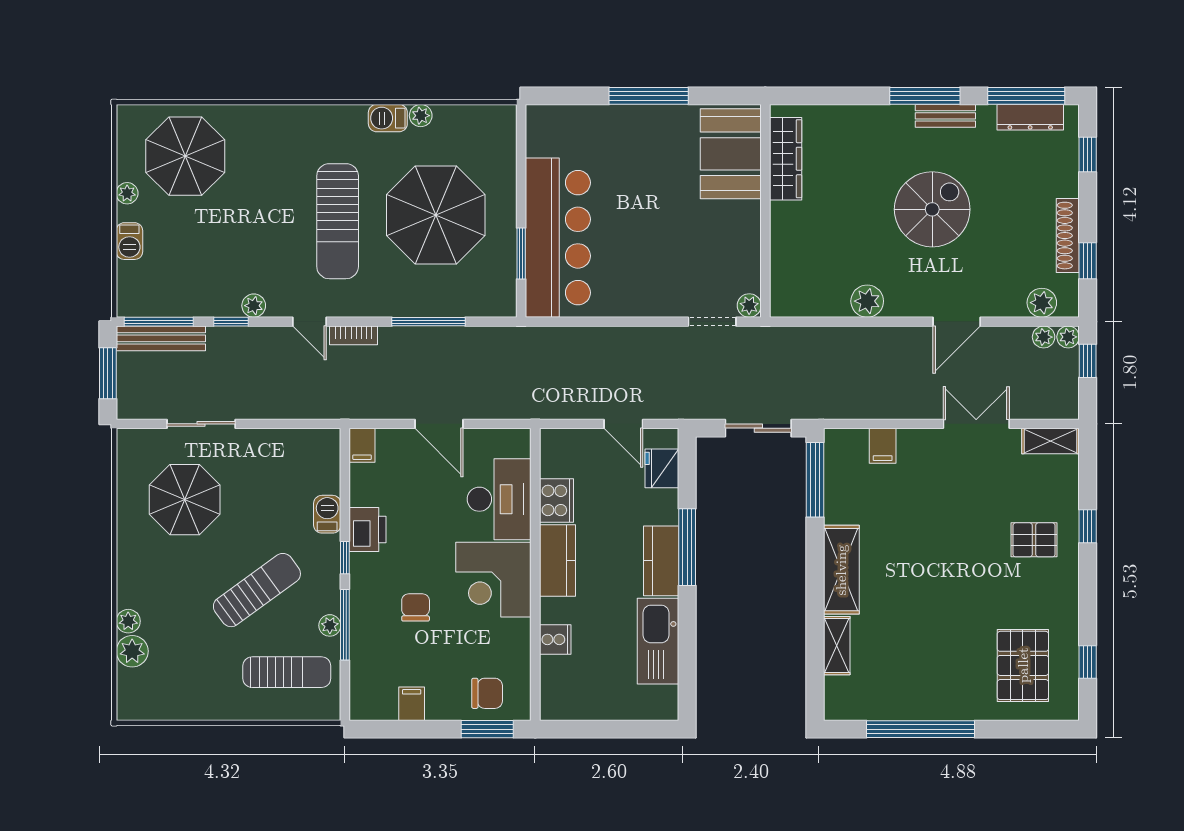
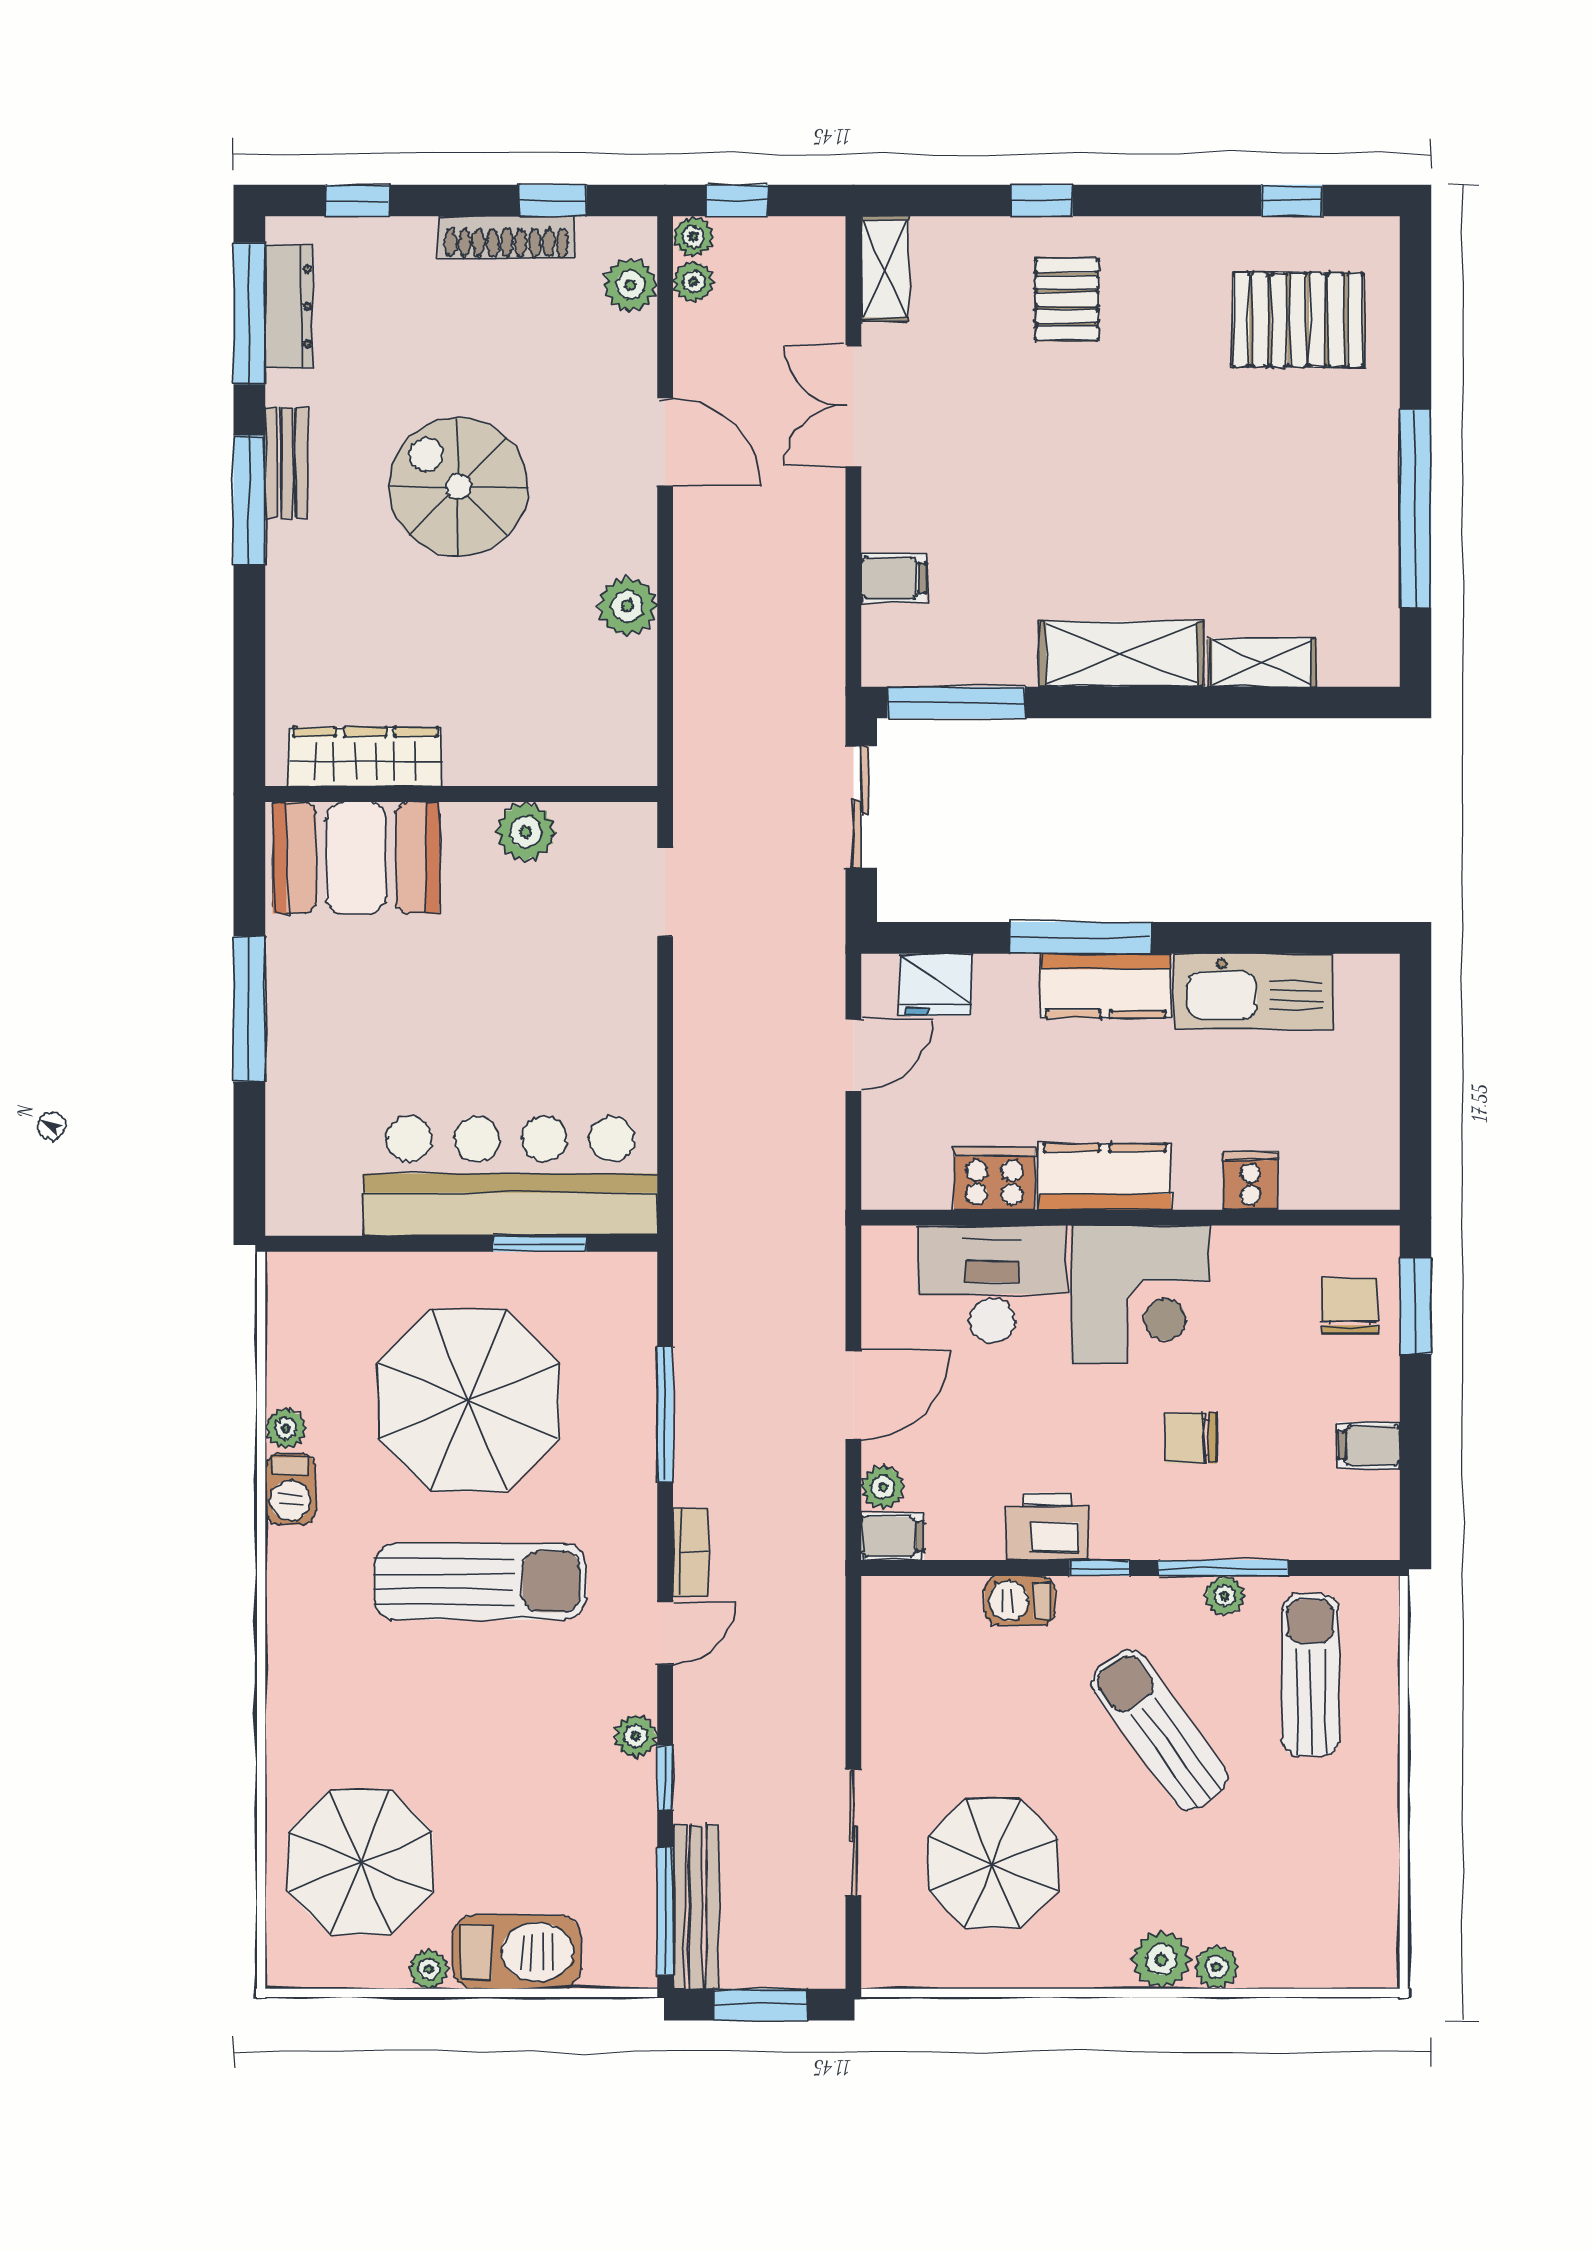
barbecue: (129, 241) -> (517, 1952), width x1.88, depth x1.53
plant: (749, 306) -> (526, 832), moved, width x1.38, depth x1.38
plant: (389, 440) -> (883, 1487), added
plant: (132, 651) -> (1161, 1960), moved

